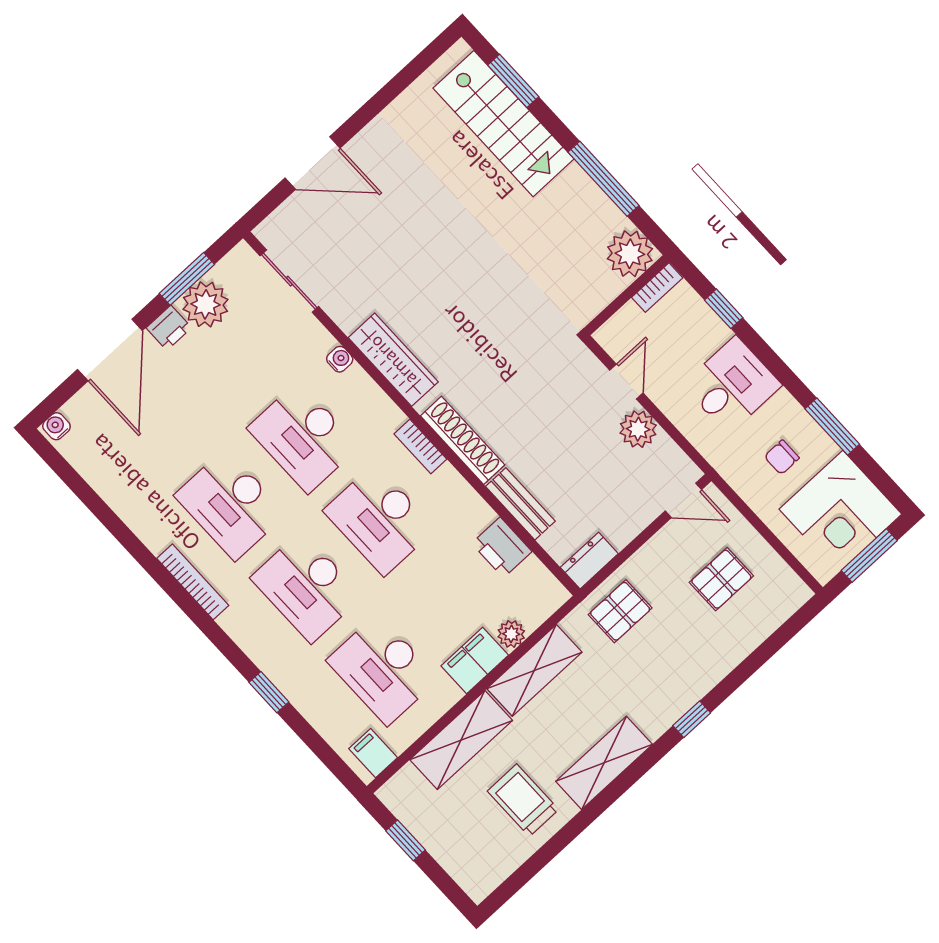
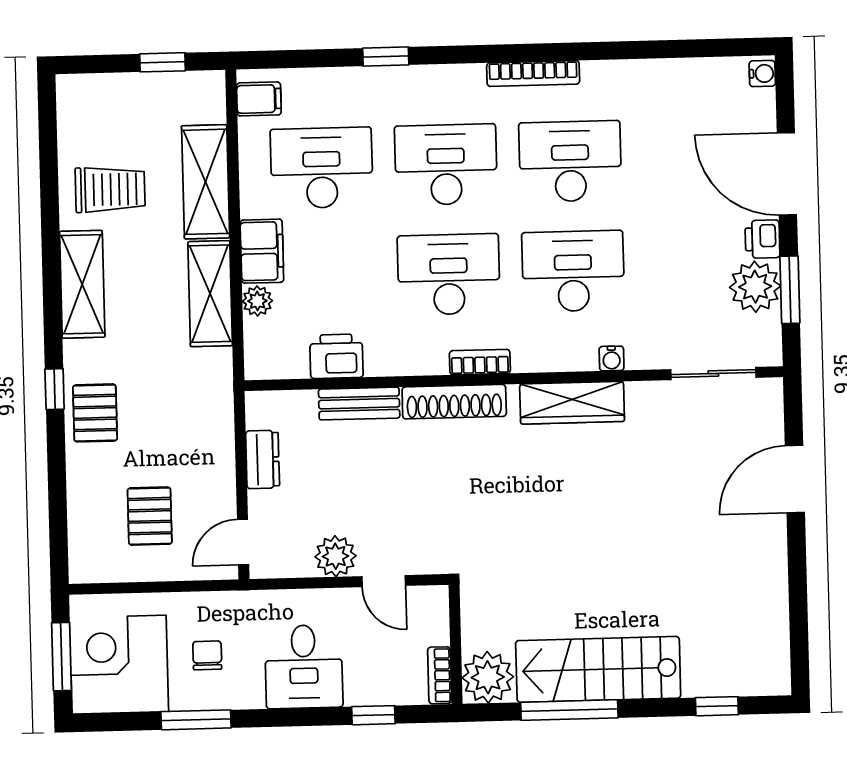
window: (513, 81) -> (717, 706), width x0.67
stairs: (504, 124) -> (598, 669), moved
dresser: (589, 561) -> (263, 459), moved
pallet: (620, 611) -> (95, 413), moved

